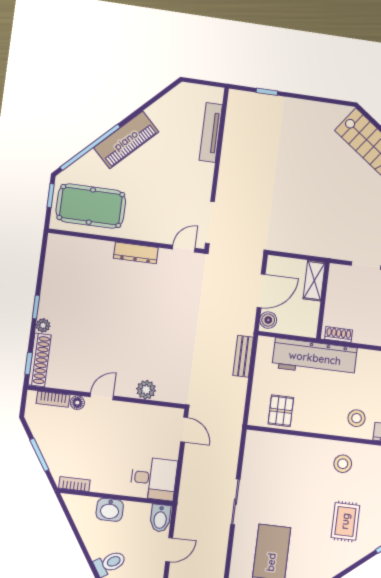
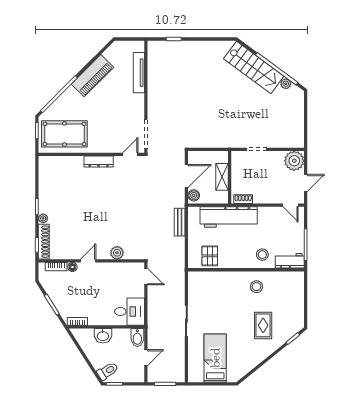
piano: (126, 140) -> (93, 76), moved
shelving: (314, 281) -> (222, 177), moved

